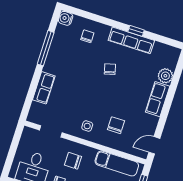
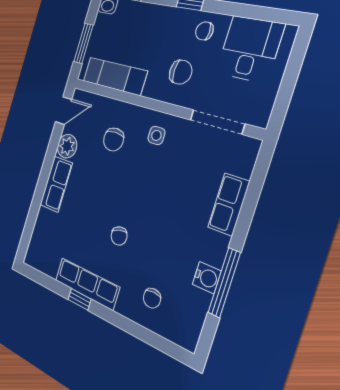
water cooler: (66, 18) -> (207, 278), moved
plant: (165, 76) -> (67, 146), moved
doorway: (51, 131) -> (217, 122), width x1.38

